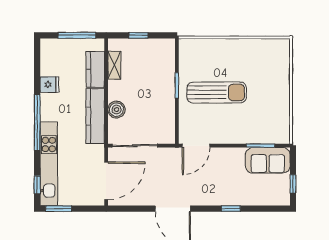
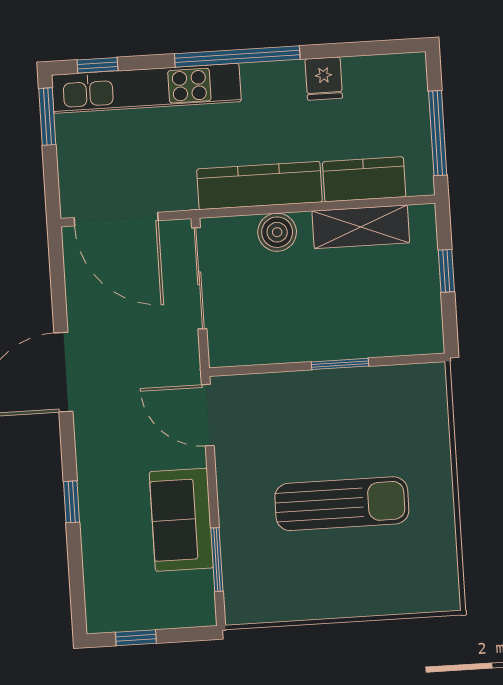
shelving: (114, 65) -> (361, 227), width x1.50, depth x1.33
sun lounger: (217, 92) -> (342, 504), moved, turned -90
sofa: (268, 160) -> (181, 520), moved

